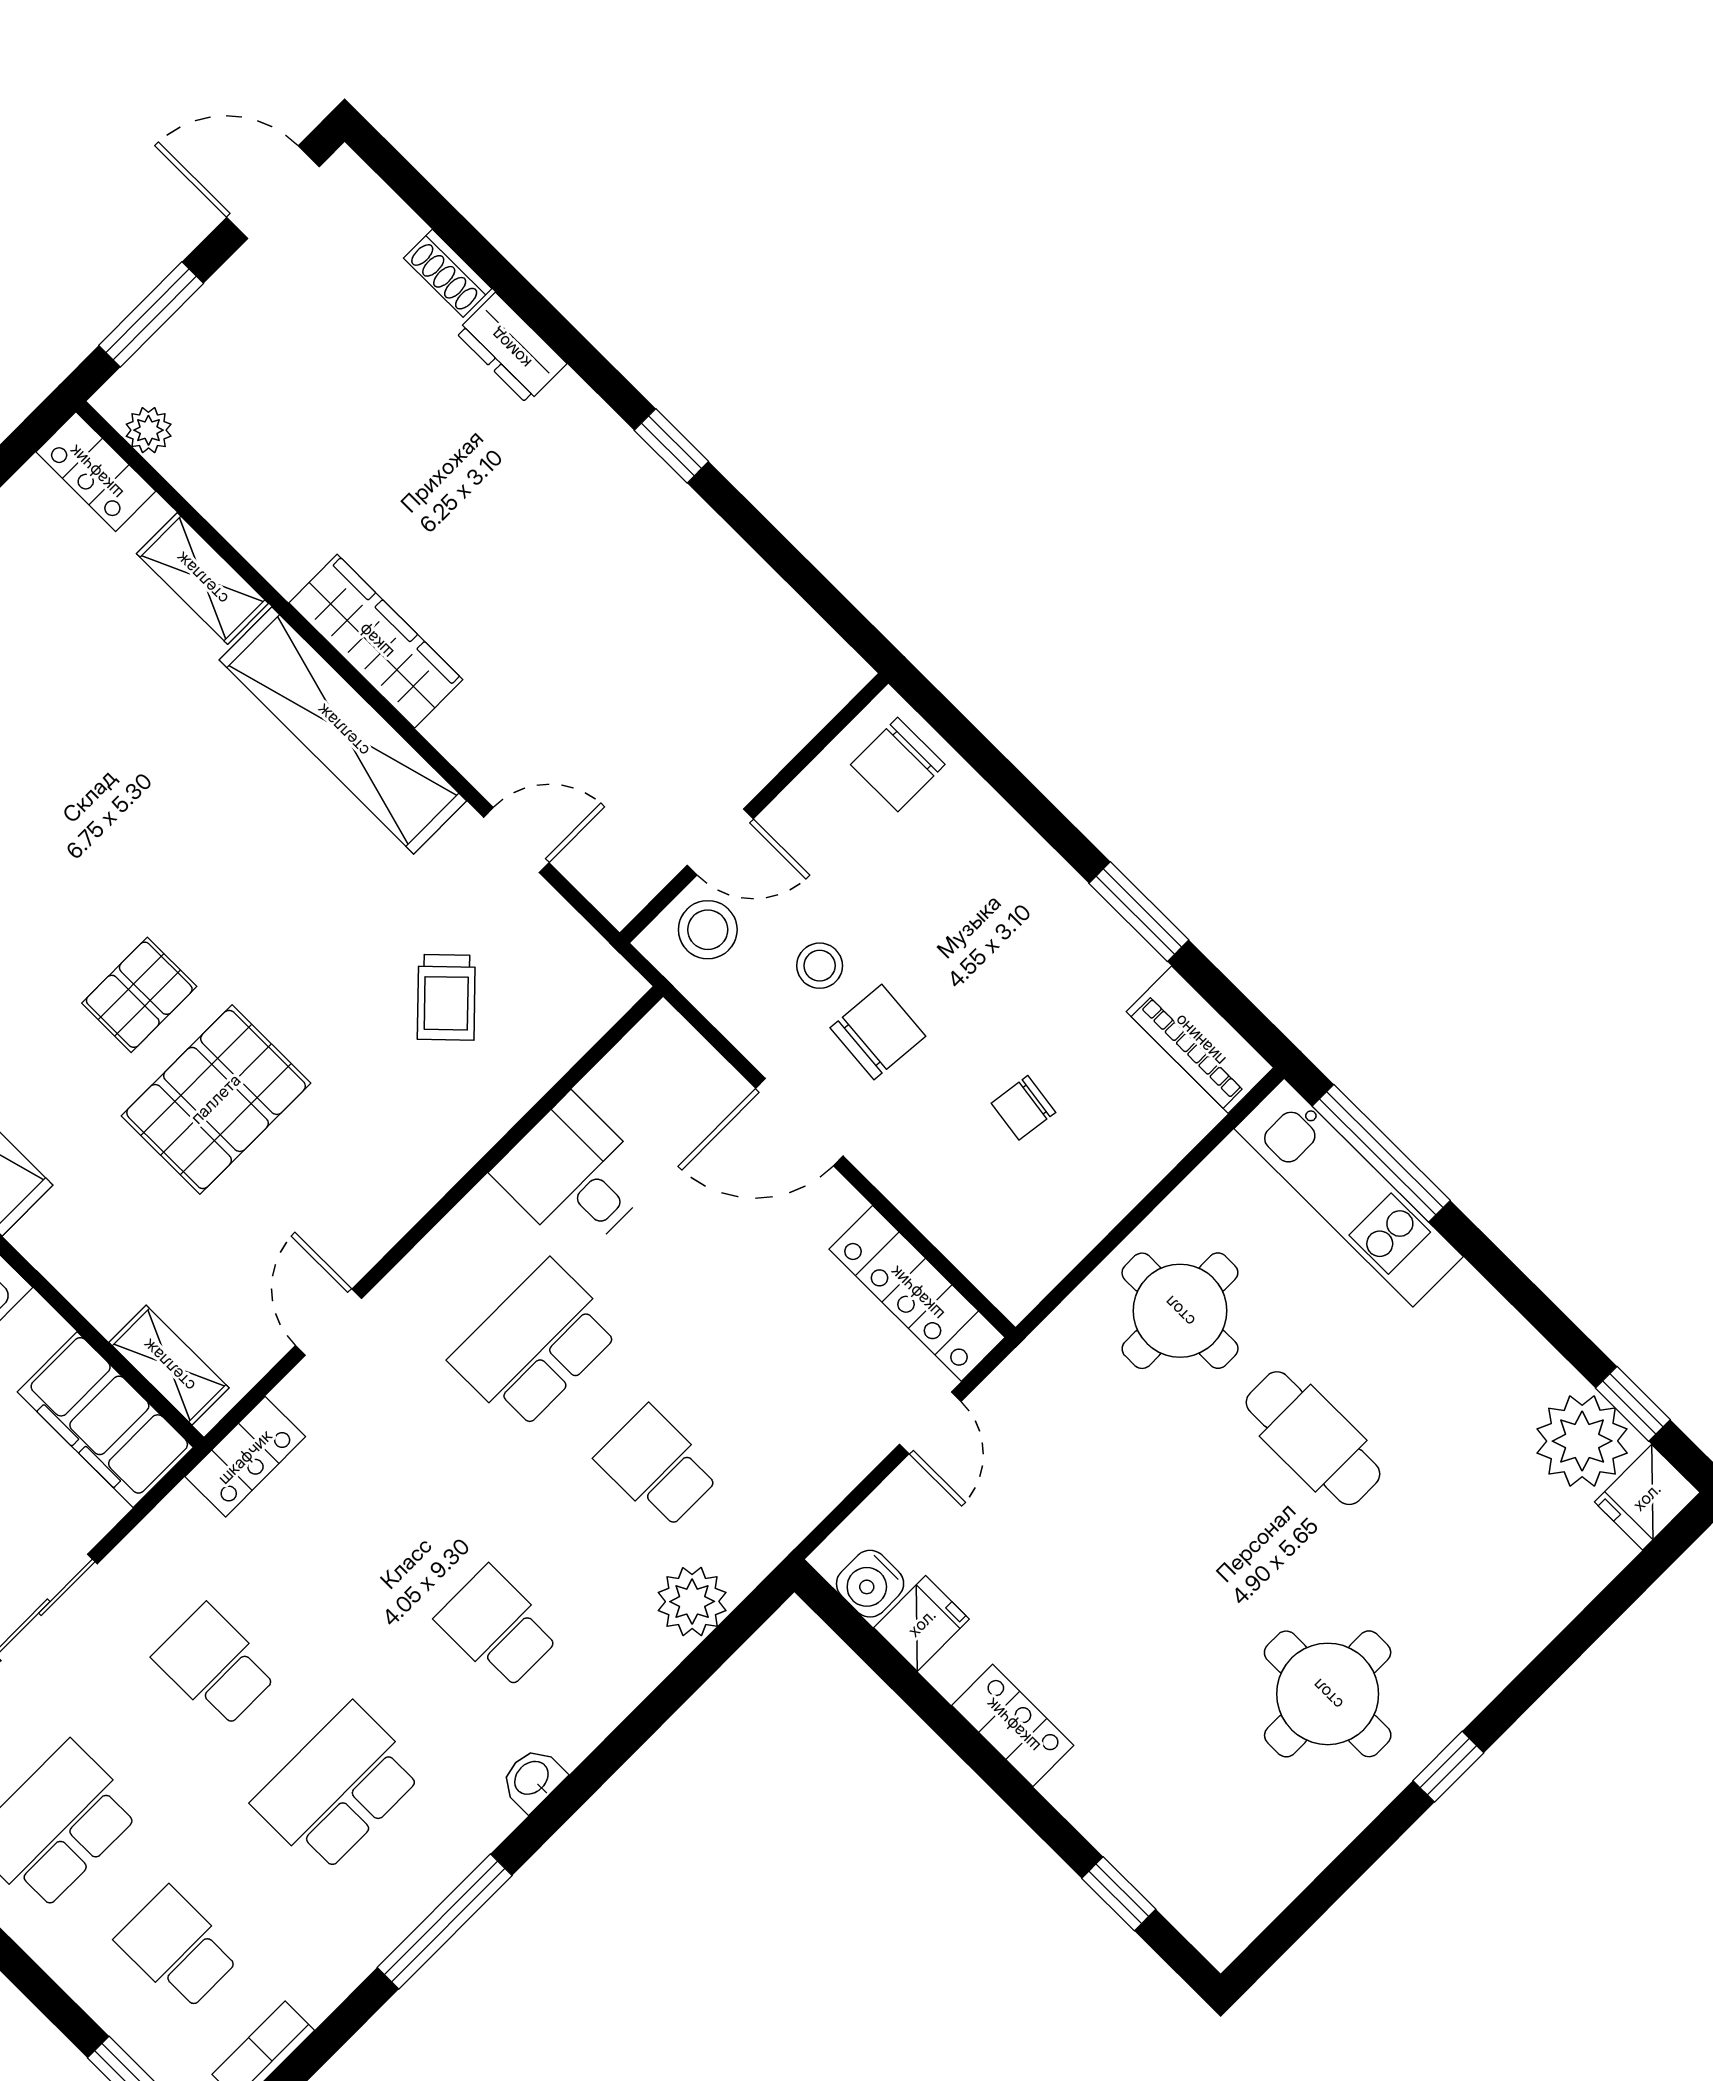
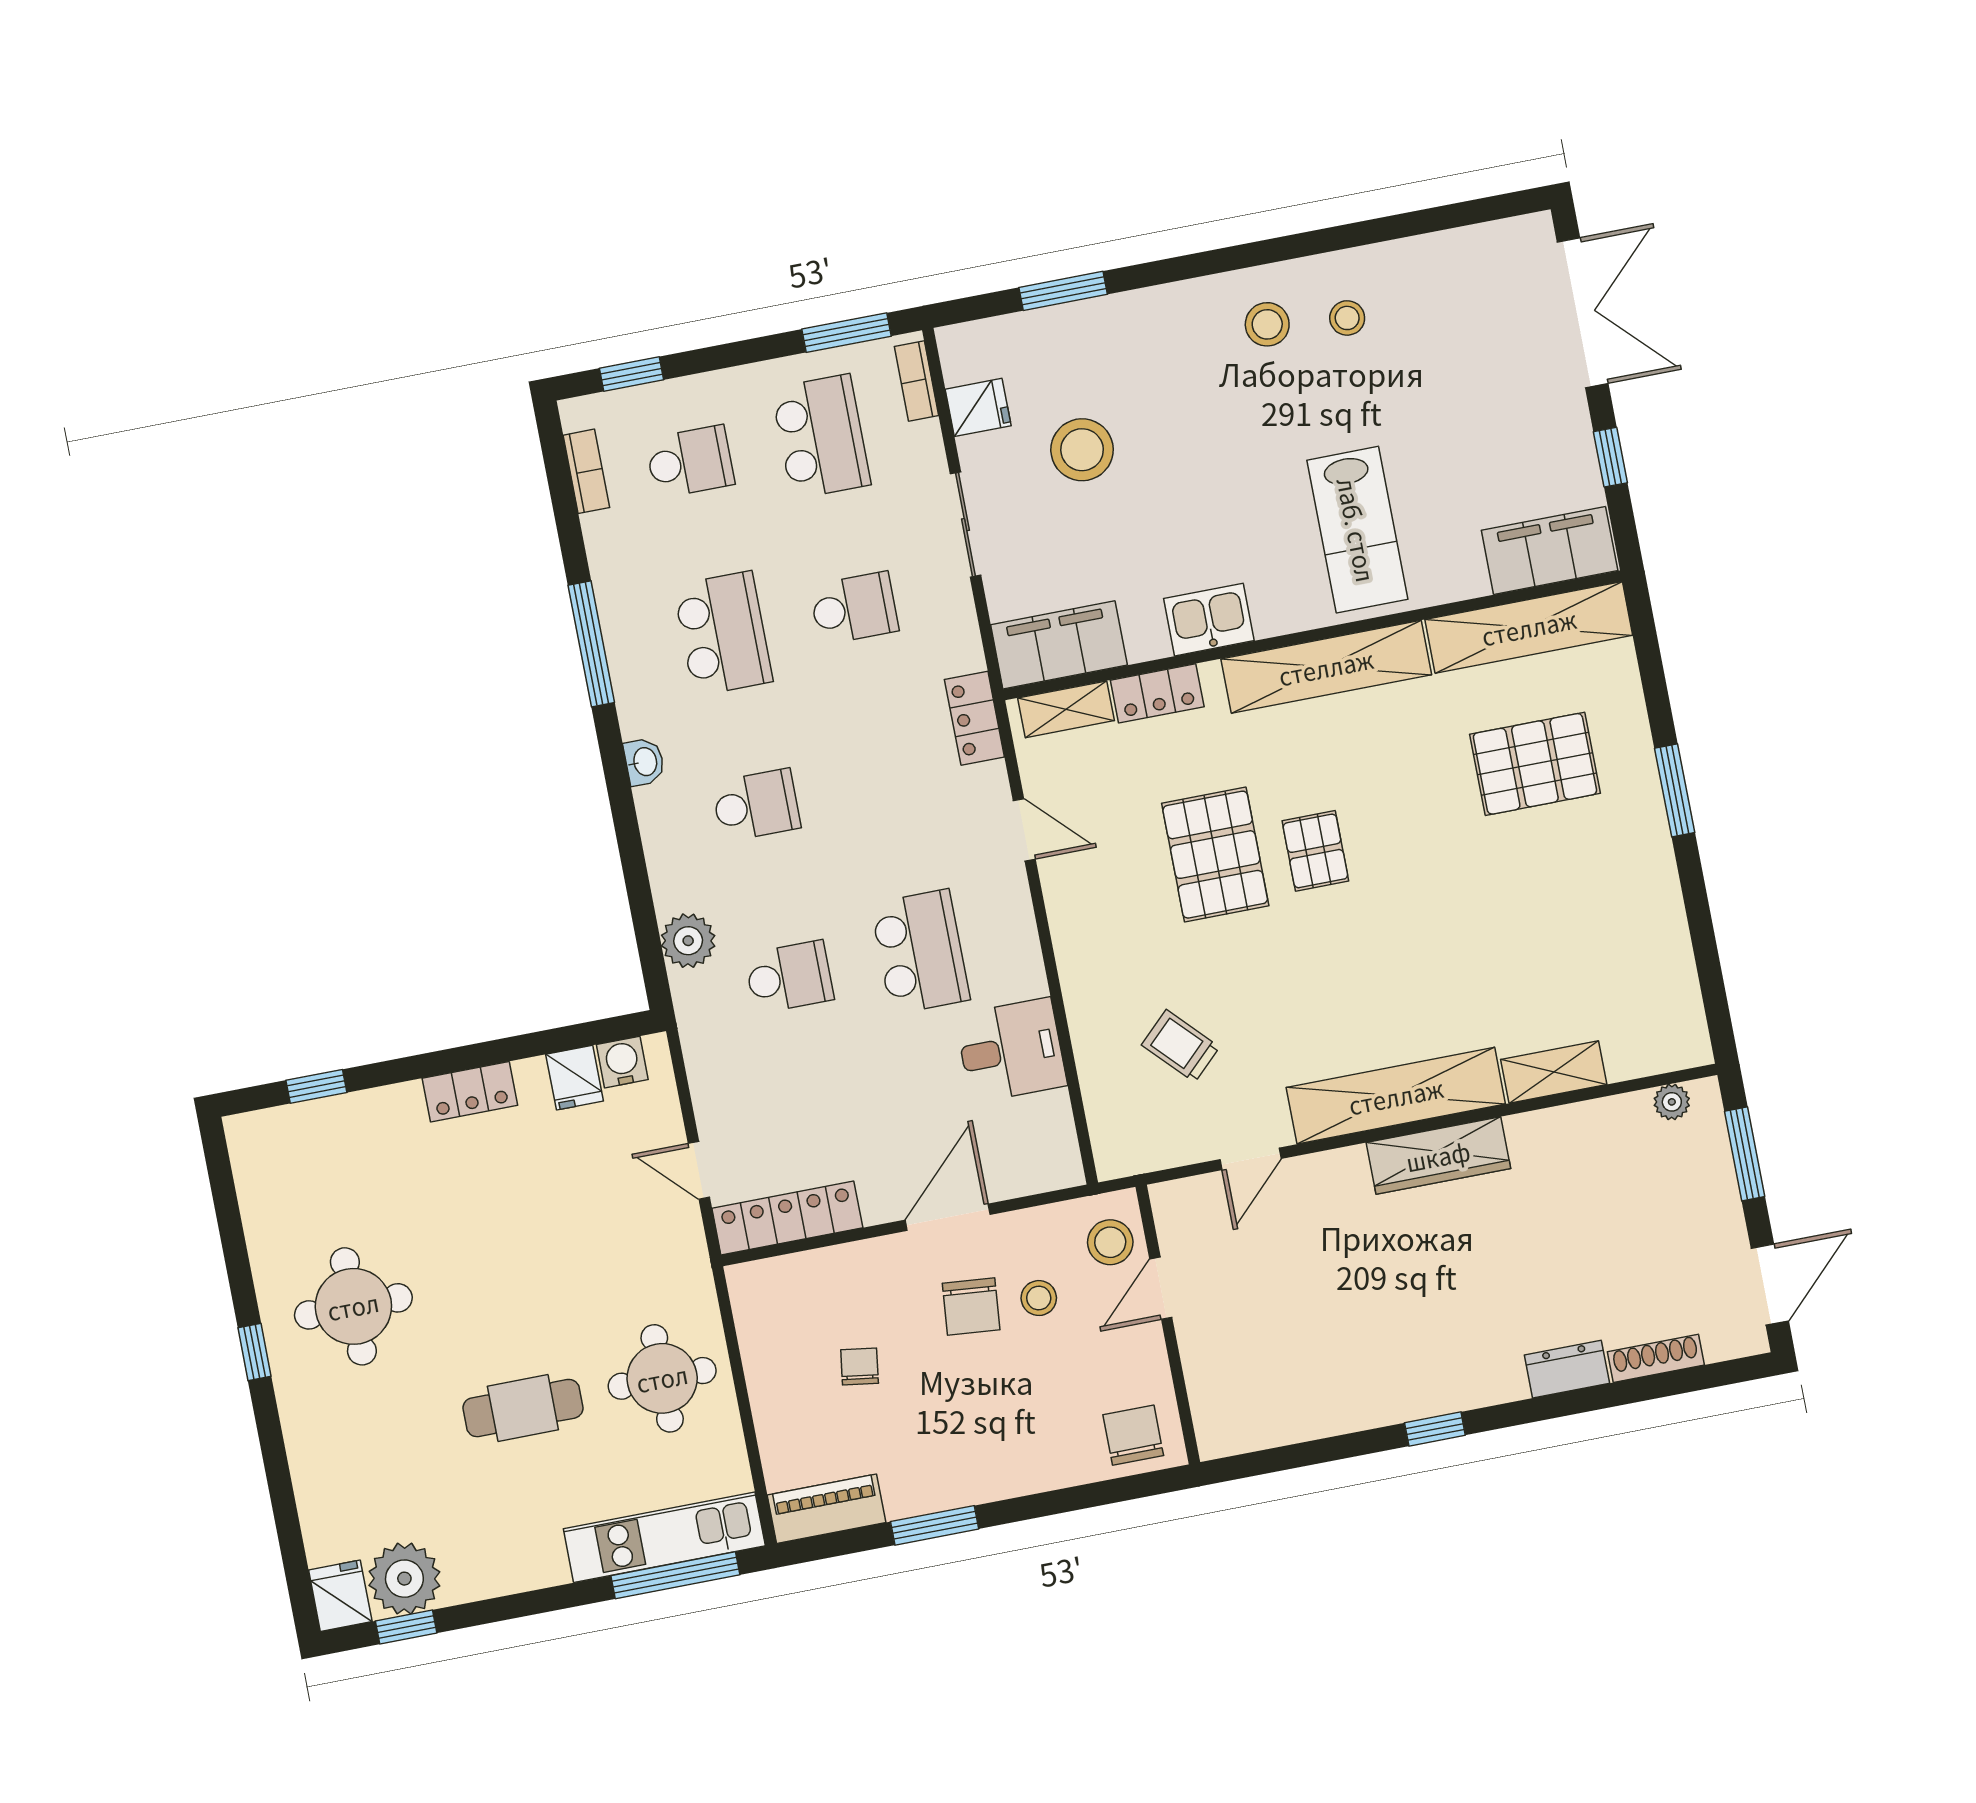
shoe rack: (448, 273) -> (1656, 1358), width x1.43
locker: (96, 472) -> (1157, 693), moved, turned 180

